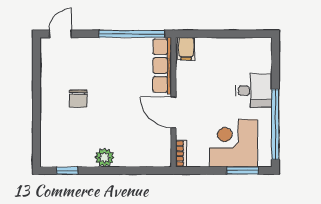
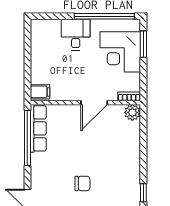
row of seats: (162, 66) -> (38, 128), moved, turned -90
plant: (105, 158) -> (132, 112), moved

